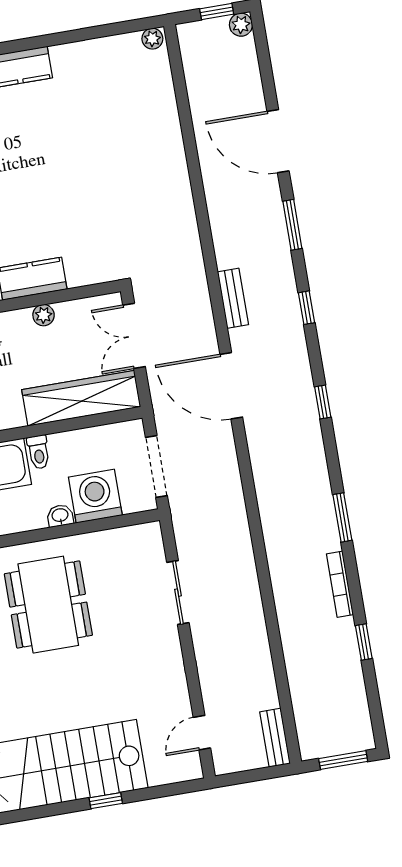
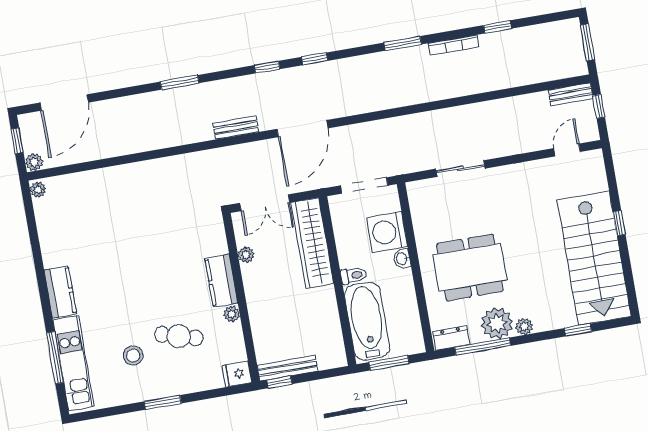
plant: (241, 25) -> (34, 162), moved
door: (278, 141) -> (64, 103), moved
window: (307, 308) -> (267, 67), moved
plant: (44, 315) -> (246, 255), moved
door: (202, 733) -> (567, 150), swing flipped
window: (259, 774) -> (599, 106), added

